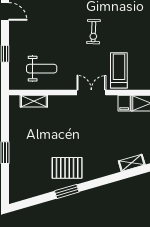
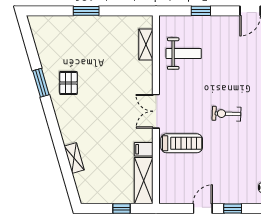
weight bench: (42, 69) -> (184, 54), turned -90
double door: (91, 92) -> (156, 111), swing flipped
pallet: (67, 168) -> (68, 83), width x0.67, depth x0.71

